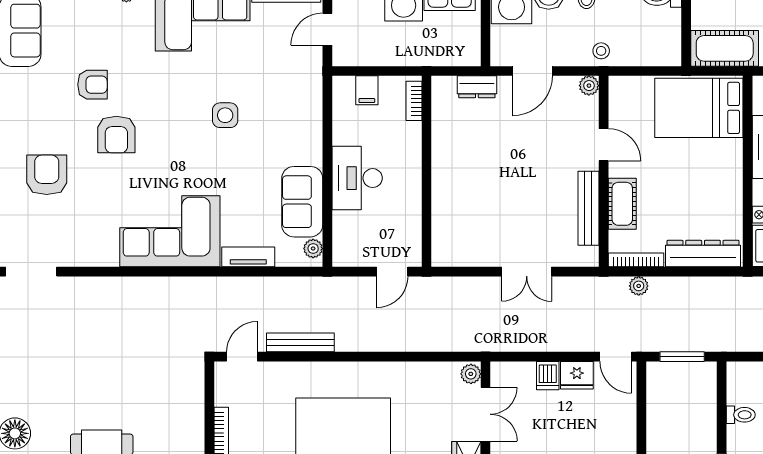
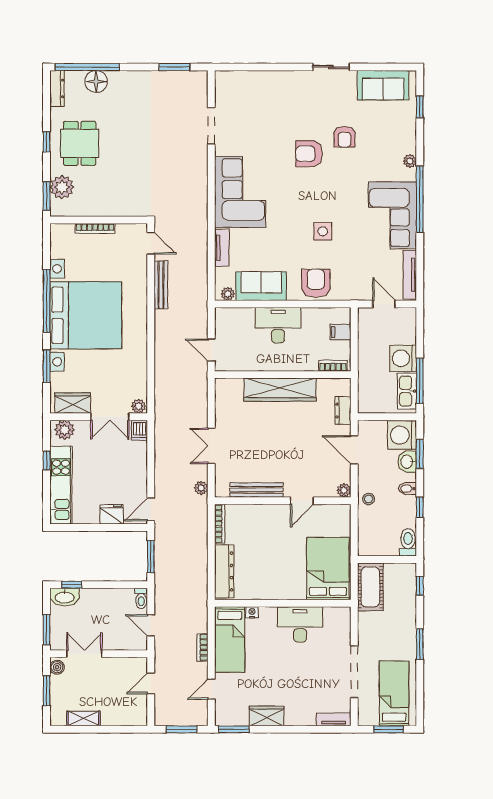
armchair: (47, 175) -> (316, 283), moved, turned -90
wardrobe: (448, 175) -> (280, 390), added
cot: (622, 204) -> (260, 514), removed
doorway: (31, 272) -> (211, 126), moved
plant: (639, 286) -> (201, 488), moved
fridge: (577, 375) -> (112, 514), moved, turned 90
dishwasher: (548, 376) -> (140, 430), moved, turned -90
toilet: (741, 415) -> (141, 598), moved

